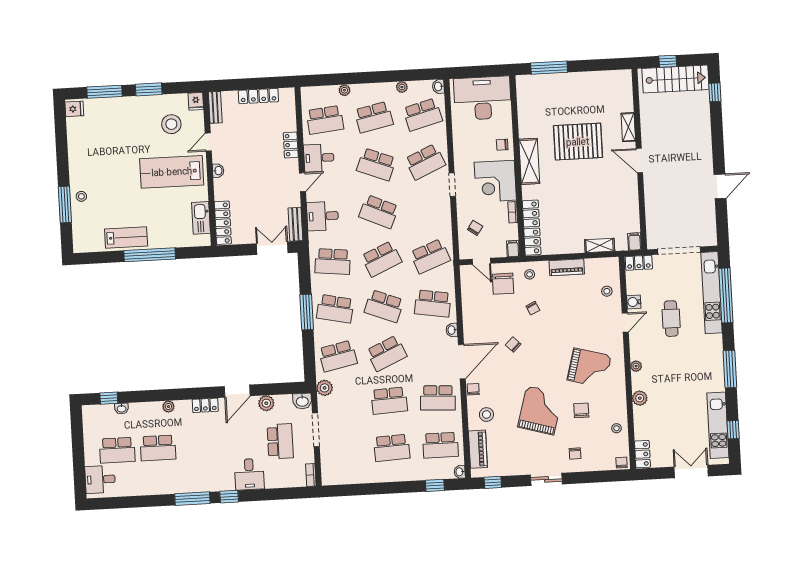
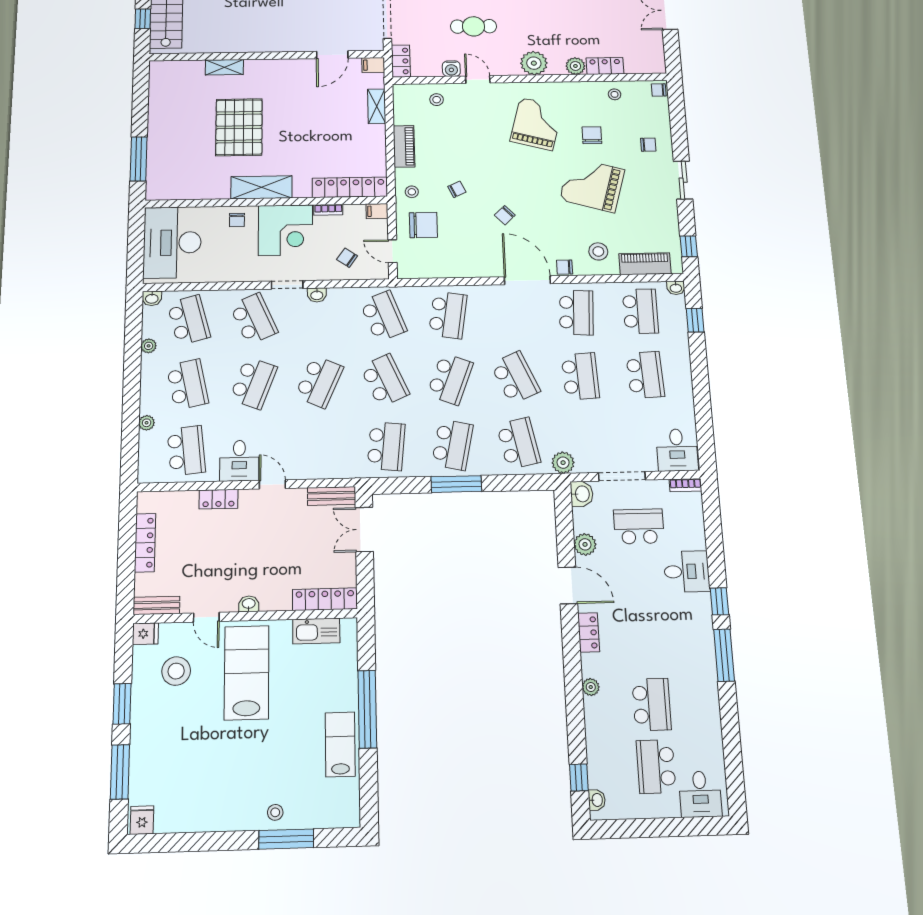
door: (639, 161) -> (332, 55), moved
lab bench: (172, 172) -> (247, 673), turned 180
desk: (323, 216) -> (677, 450), moved
door: (481, 261) -> (392, 251), swing flipped
washbasin: (452, 330) -> (317, 295), moved
plant: (636, 366) -> (534, 63), width x1.88, depth x1.88
washbasin: (122, 409) -> (597, 800), moved
chair: (581, 410) -> (592, 135), turned 90
school desk: (117, 450) -> (656, 767), turned 180
locker: (642, 454) -> (605, 66), moved

